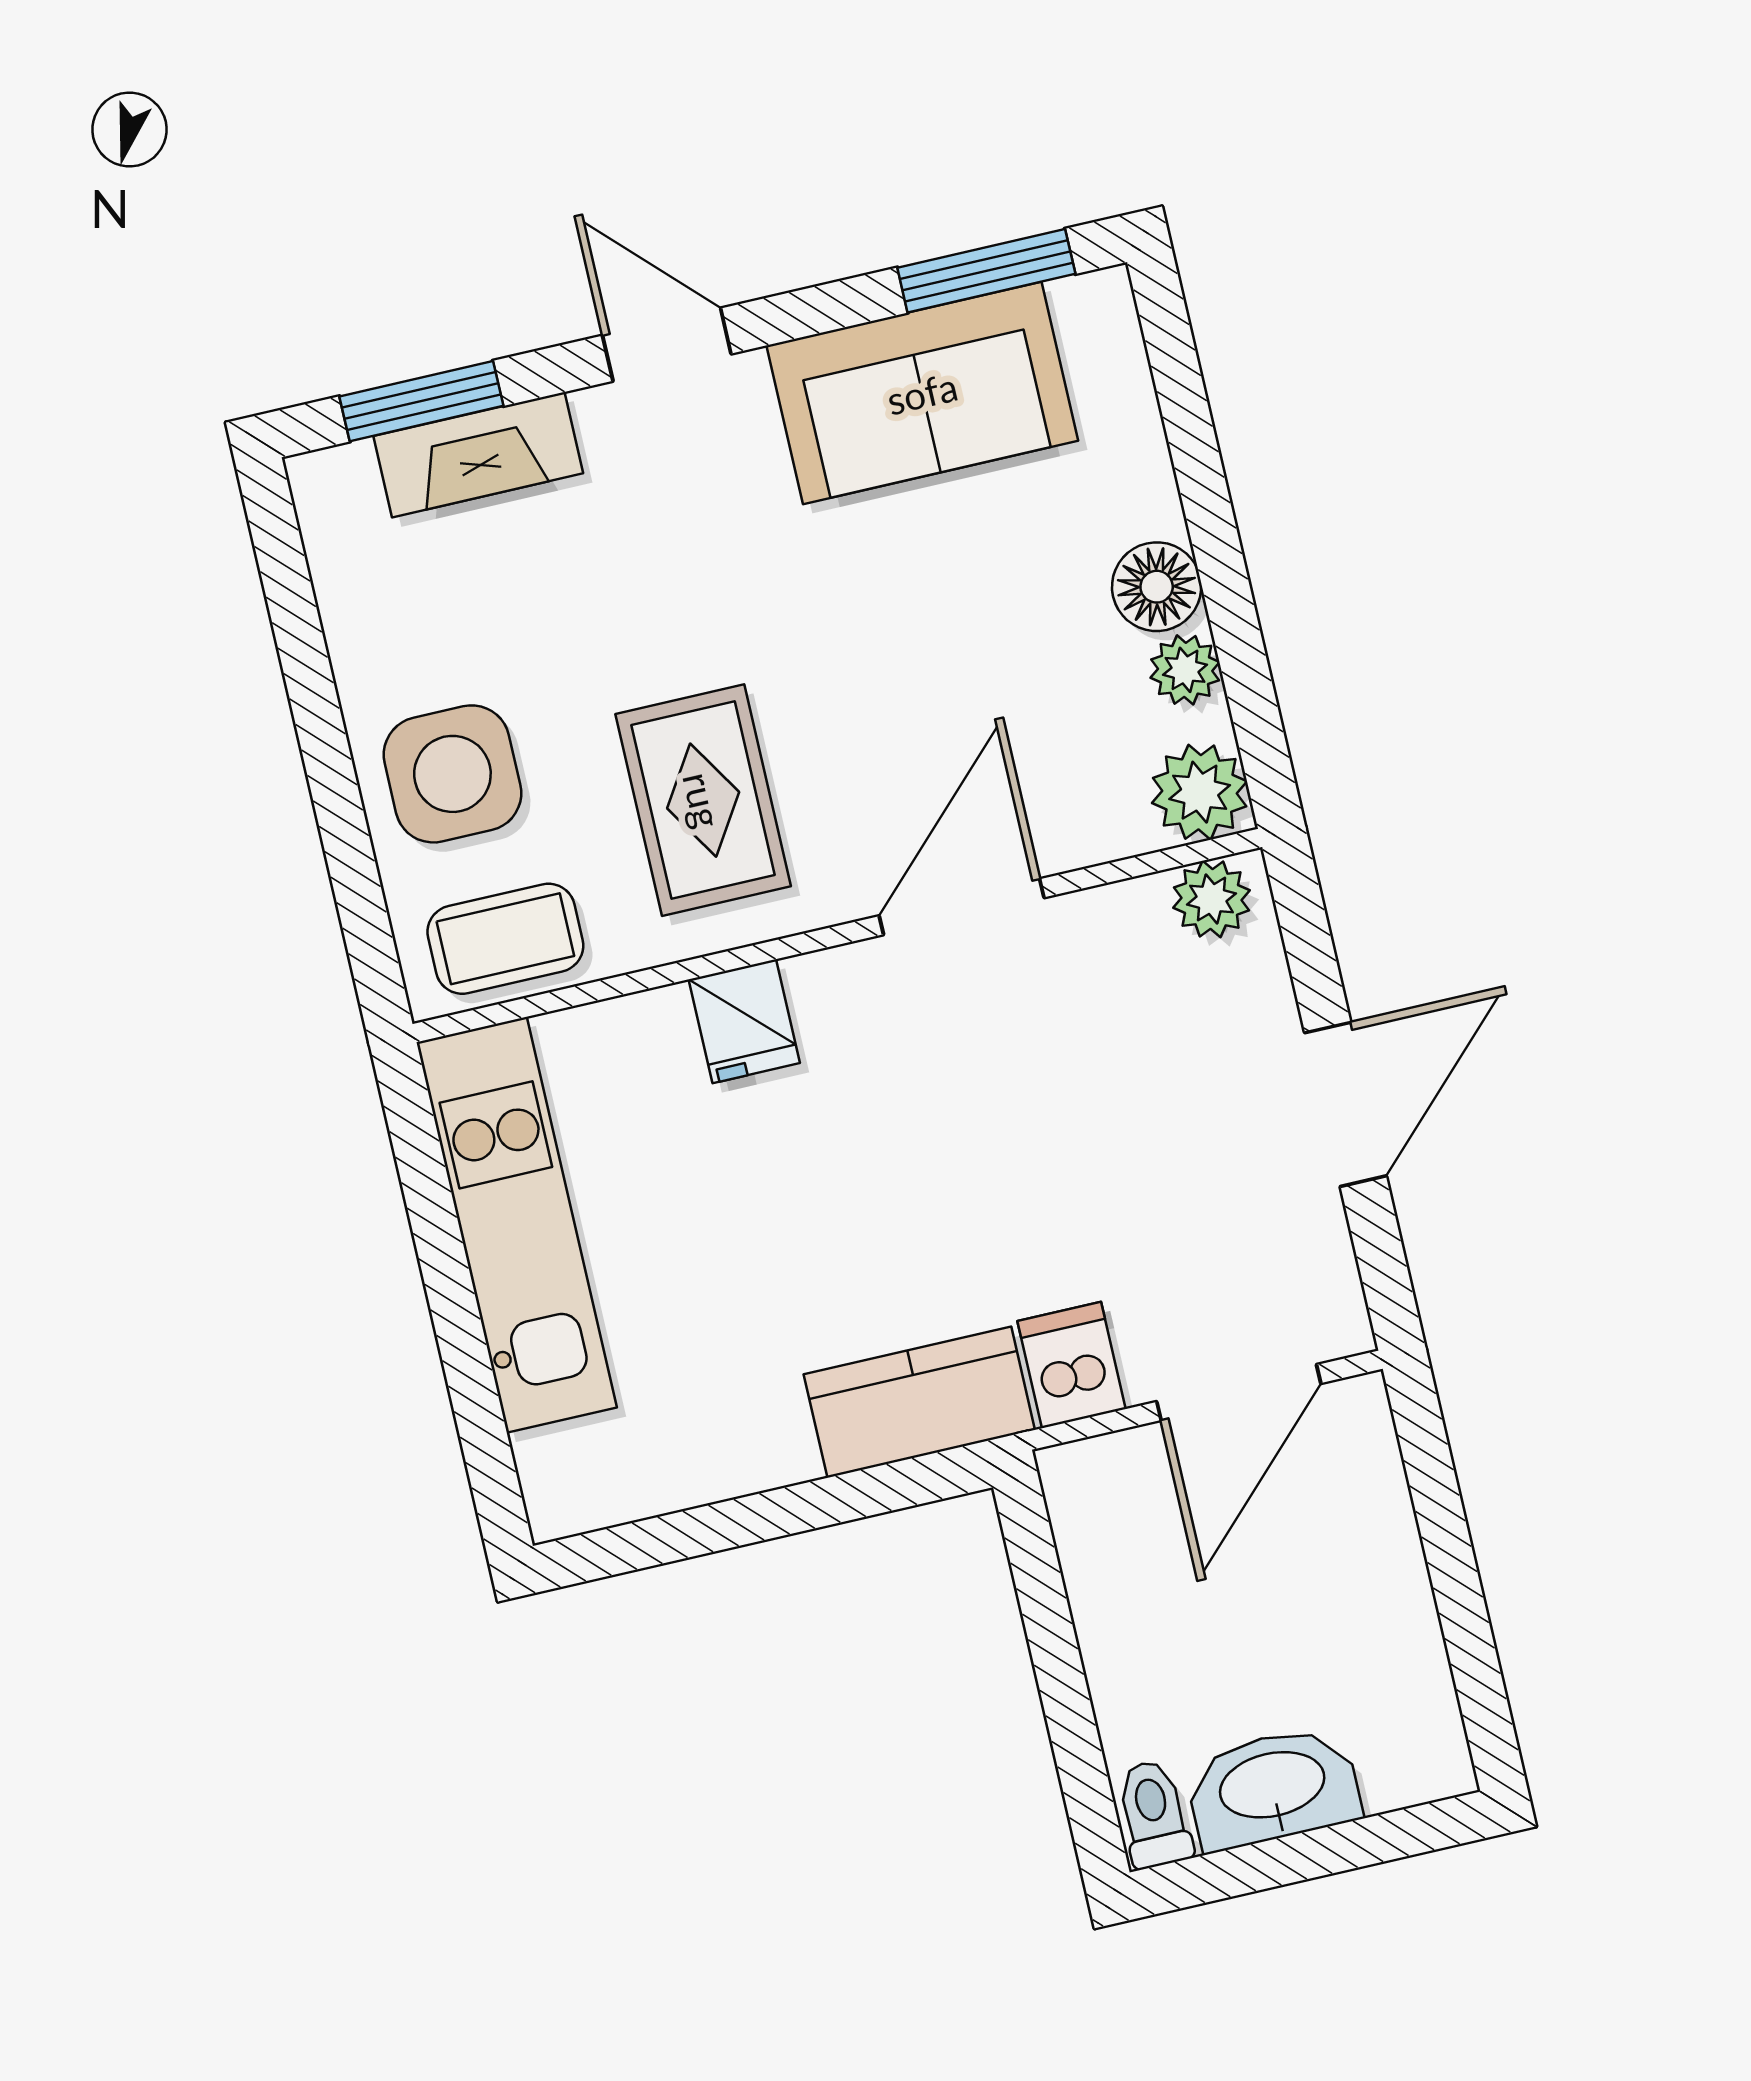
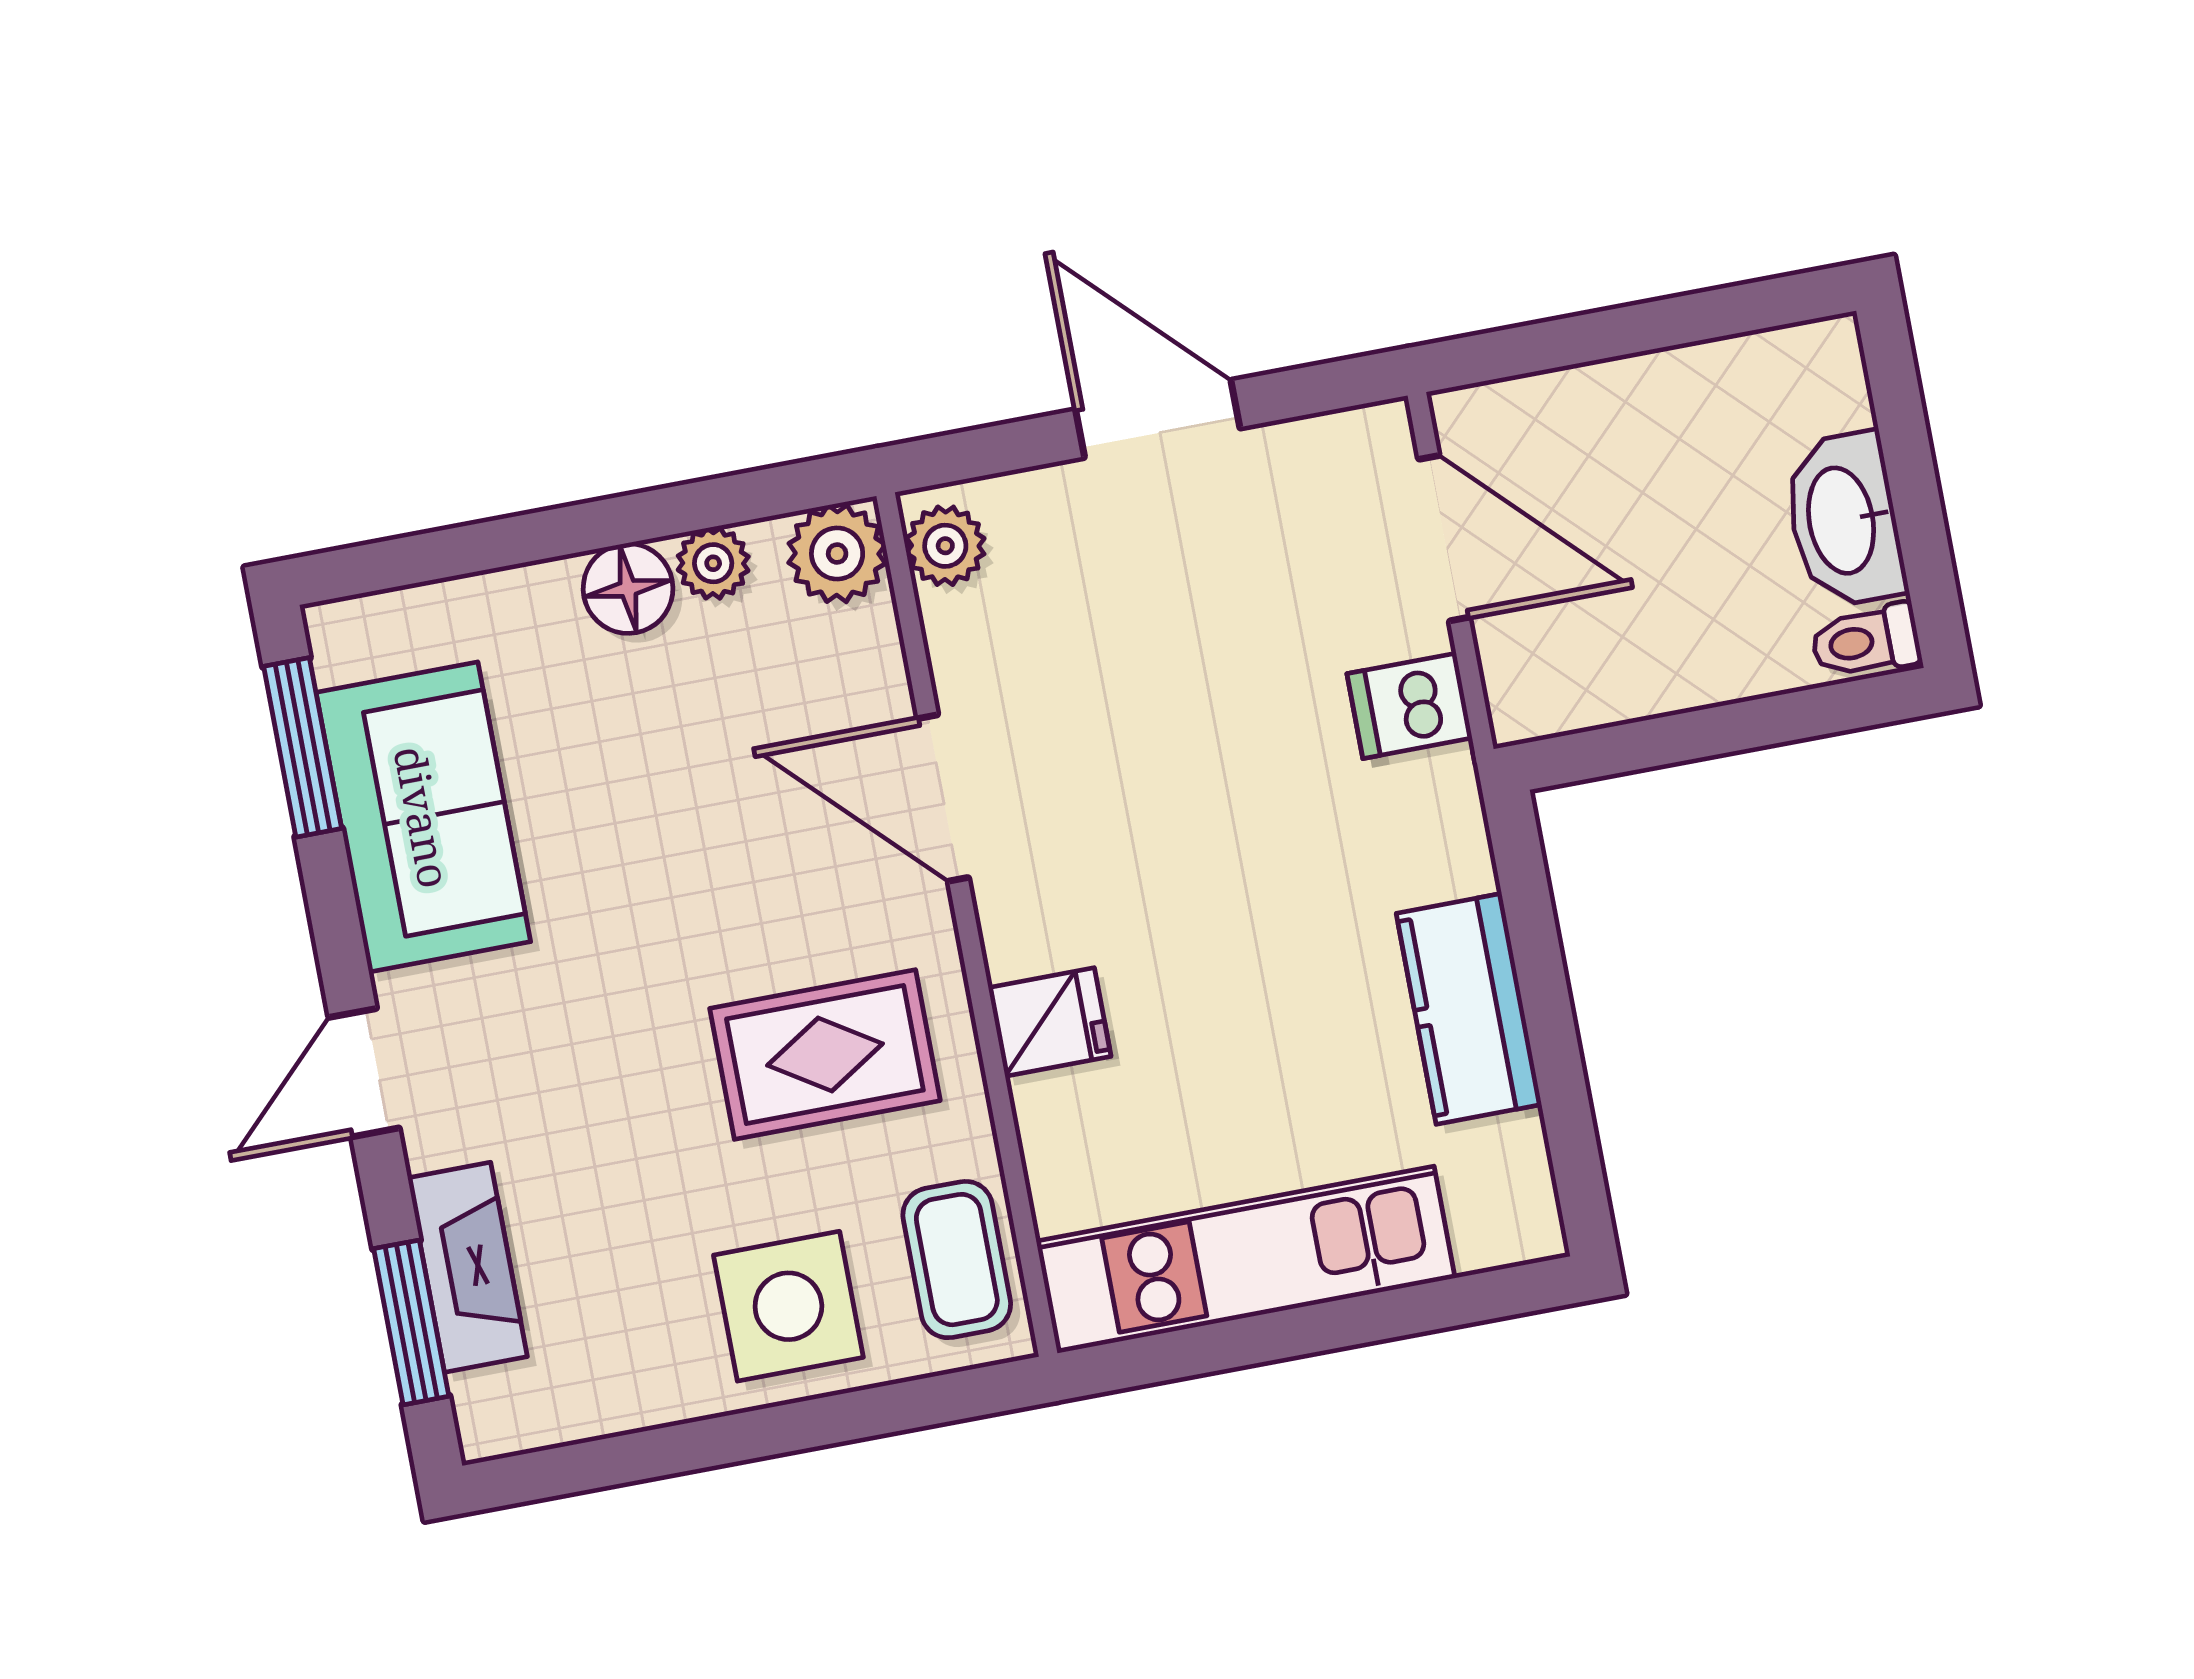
kitchen counter: (919, 1402) -> (1469, 1009), moved

